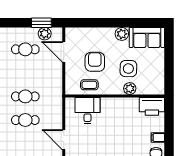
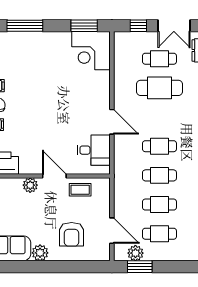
armchair: (95, 62) -> (72, 234), moved
side table: (128, 69) -> (32, 210), removed
cafe table: (25, 73) -> (159, 205), added
door: (110, 96) -> (54, 176), added
desk: (87, 111) -> (94, 150), moved, turned -90

